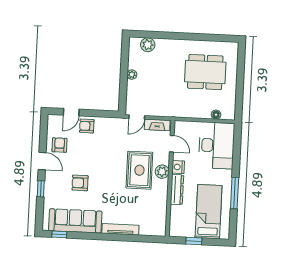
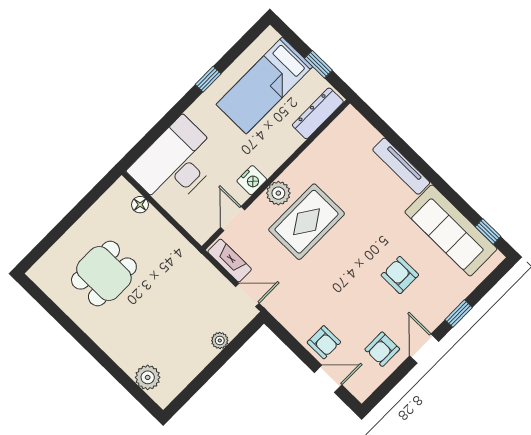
dining table: (205, 72) -> (104, 274), width x0.73
plant: (132, 75) -> (220, 340), moved
armchair: (80, 183) -> (400, 275), turned 180
dresser: (177, 190) -> (318, 113), moved
window: (235, 193) -> (208, 79), width x0.46

